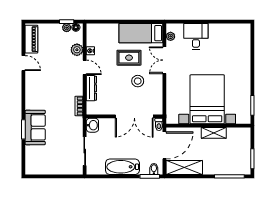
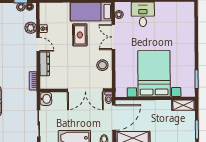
rug: (129, 58) -> (80, 35), turned 90
stool: (138, 81) -> (102, 65), moved
shelving: (214, 133) -> (183, 105), moved

